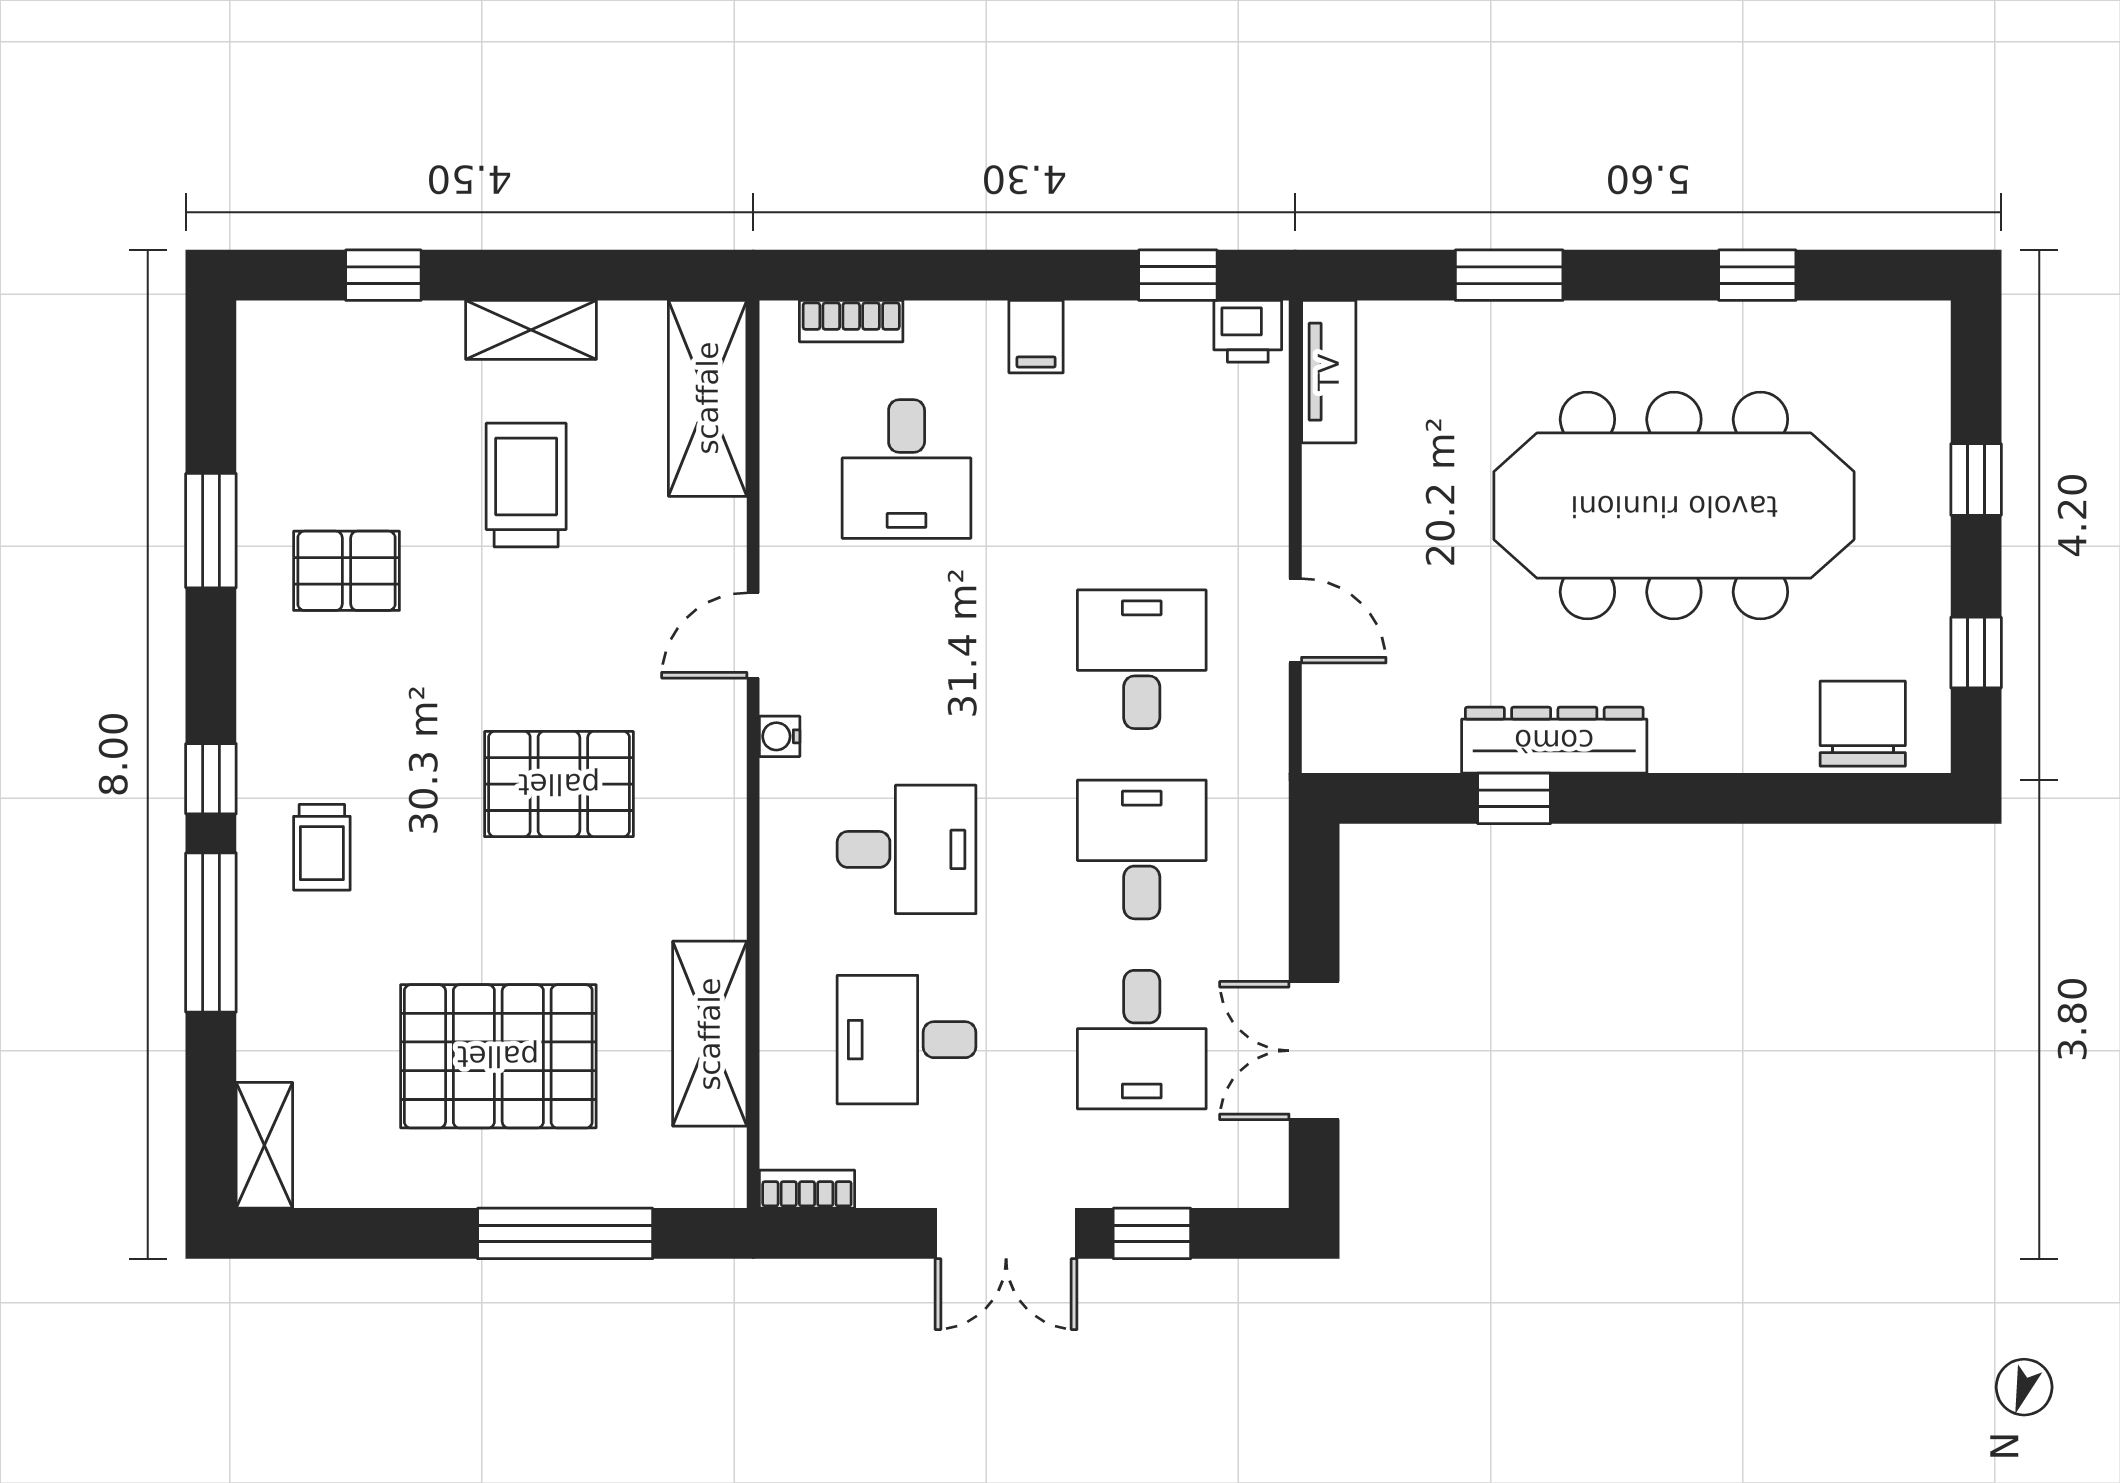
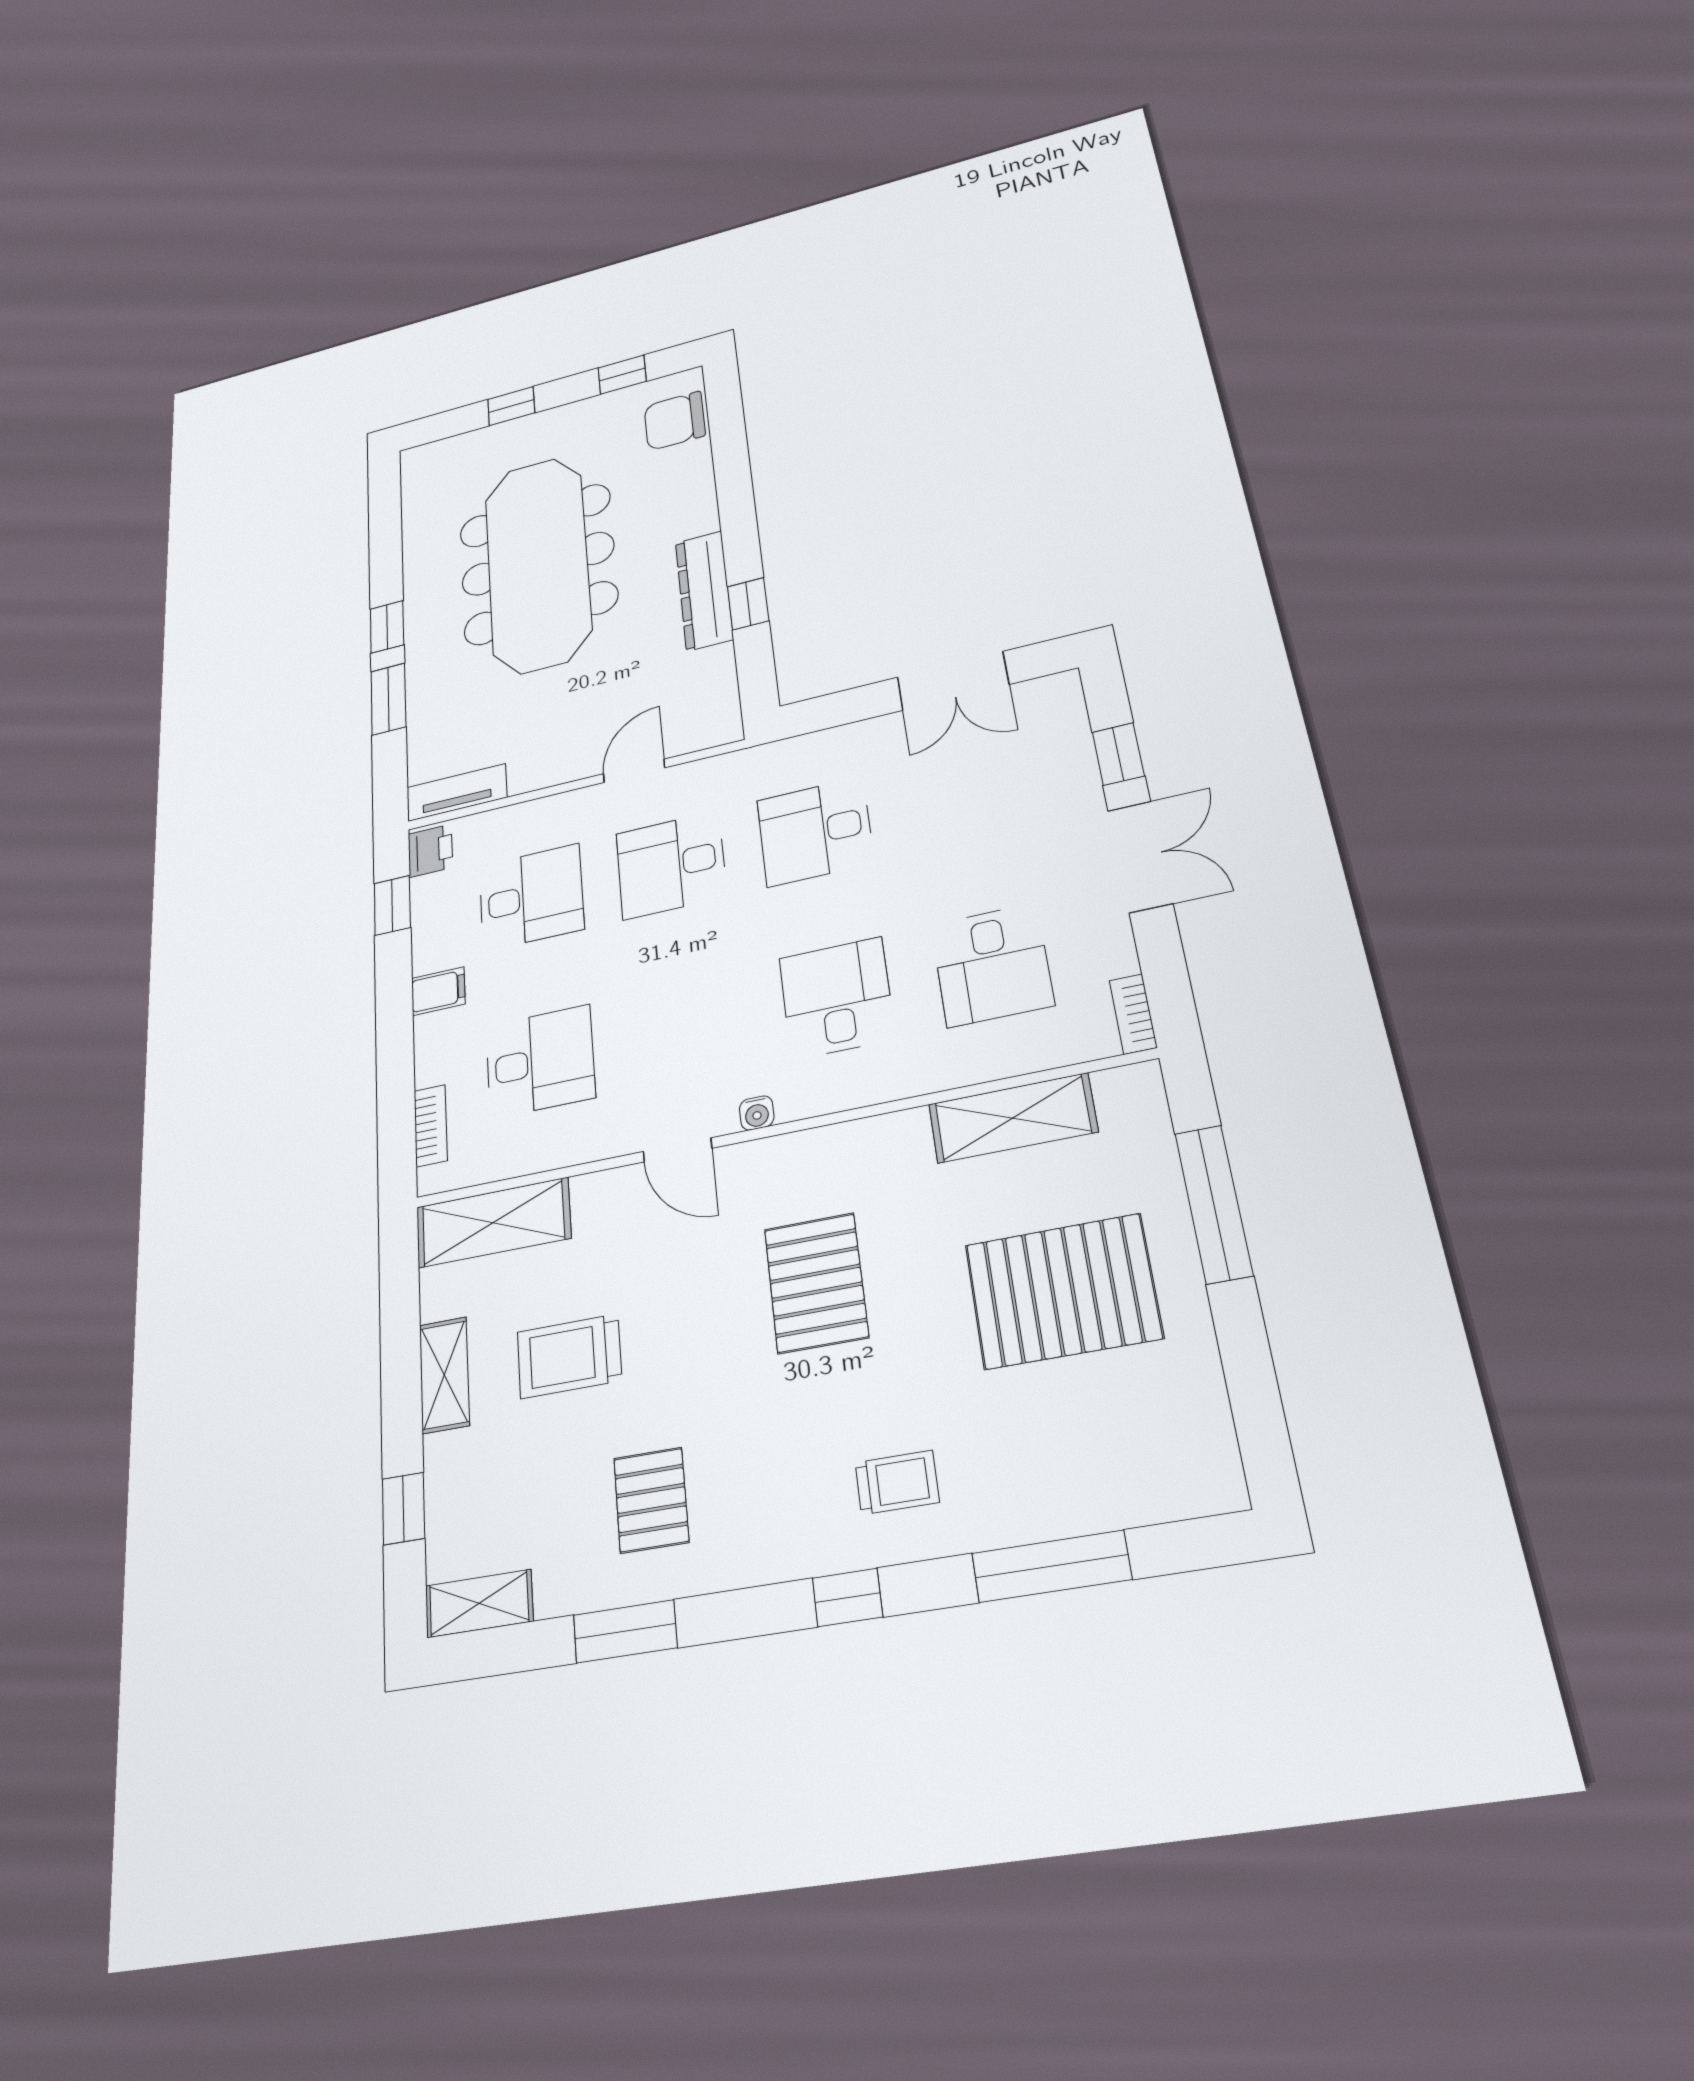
window: (1757, 275) -> (387, 627), moved
window: (211, 933) -> (1051, 1566), moved
desk: (1142, 1040) -> (531, 897), moved
pallet: (498, 1056) -> (1063, 1291), turned 90
shelving: (264, 1145) -> (479, 1604), moved

